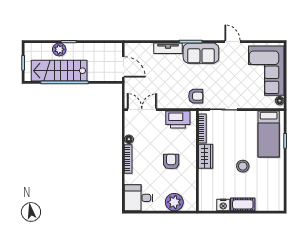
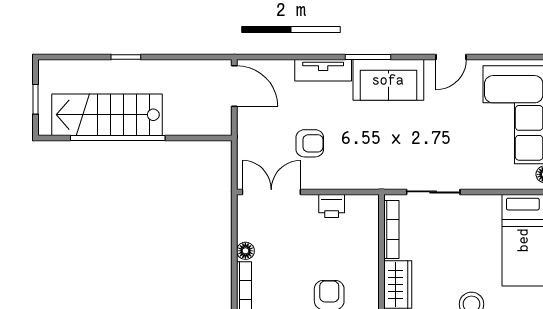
door: (232, 42) -> (451, 57), swing flipped
plant: (59, 49) -> (107, 73), removed
door: (123, 67) -> (234, 86), moved
armchair: (196, 96) -> (310, 143), moved
printer: (178, 119) -> (332, 206), width x0.53, depth x0.68

